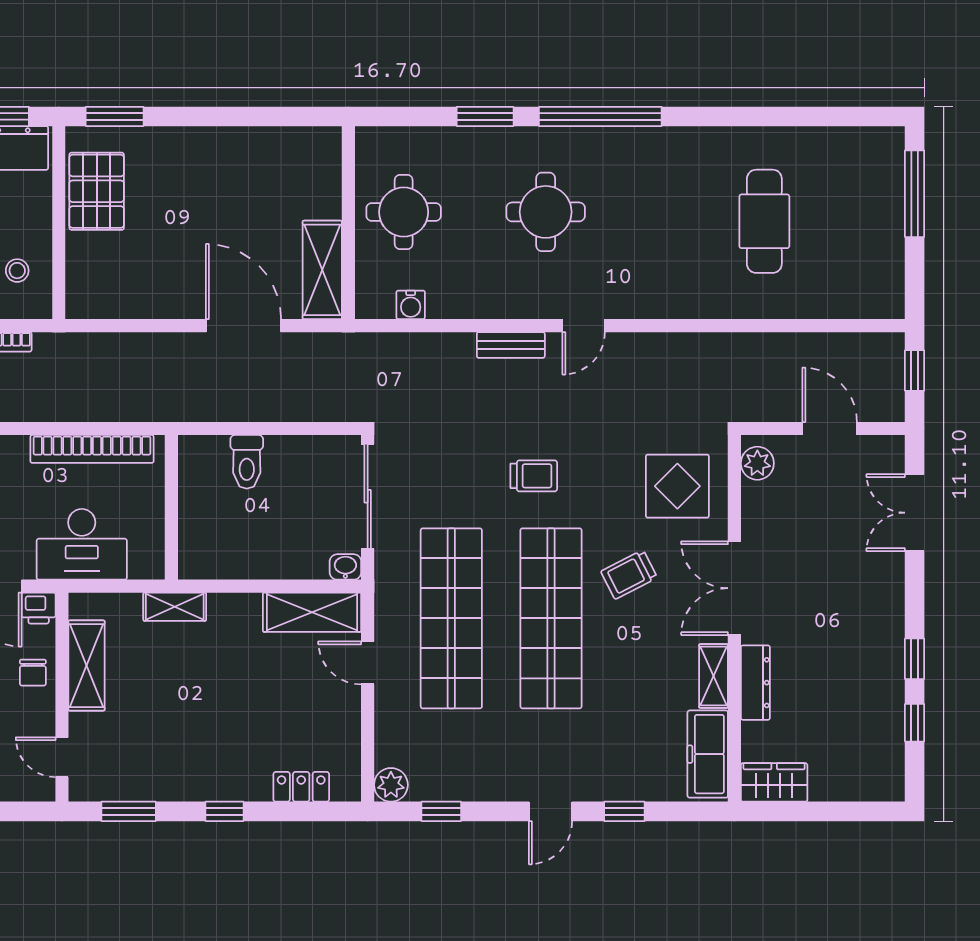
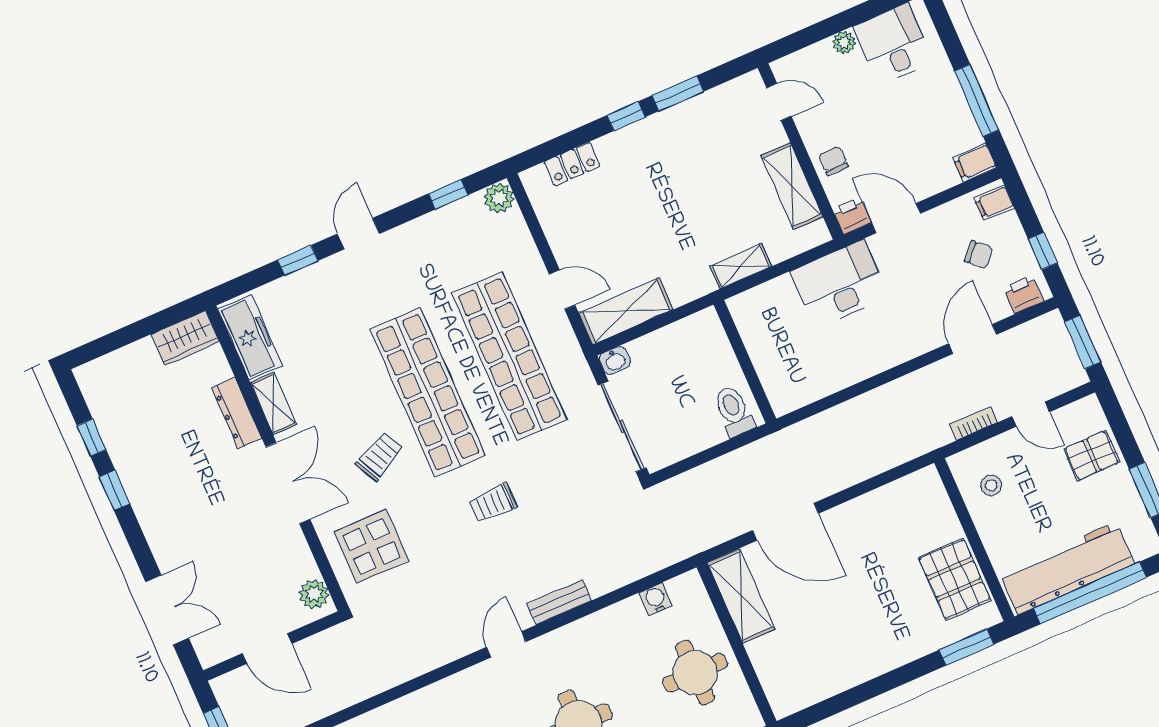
bookcase: (92, 449) -> (865, 366), removed
wall: (171, 507) -> (745, 362), moved
window: (129, 811) -> (678, 93), moved

